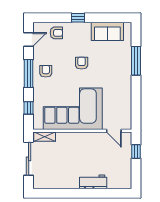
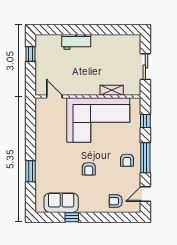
window: (78, 18) -> (72, 217), moved
window: (136, 61) -> (30, 171), width x0.69
shelving: (45, 137) -> (112, 90), moved
window: (136, 152) -> (30, 54), moved
sliding door: (29, 159) -> (145, 67), width x0.73

